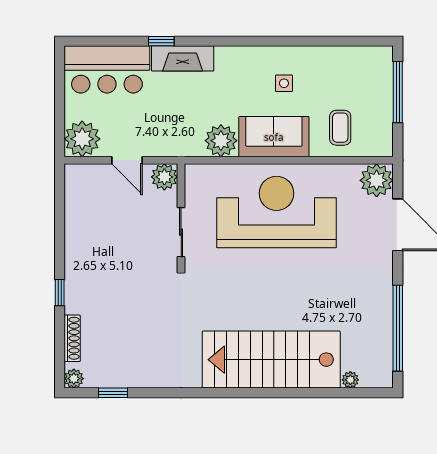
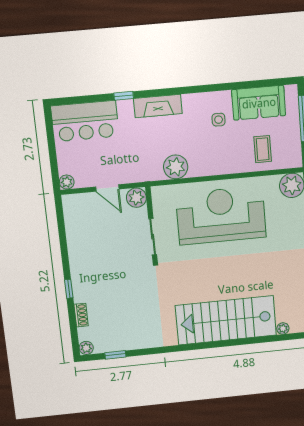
fireplace: (183, 58) -> (158, 106), moved
sofa: (274, 137) -> (259, 103), moved, turned 180
plant: (82, 139) -> (67, 182), width x0.53, depth x0.53
shoe rack: (72, 338) -> (81, 315), width x0.70

